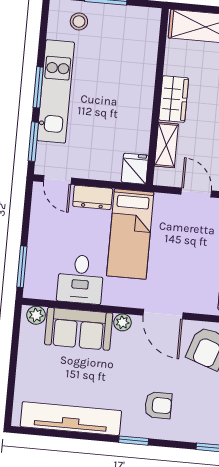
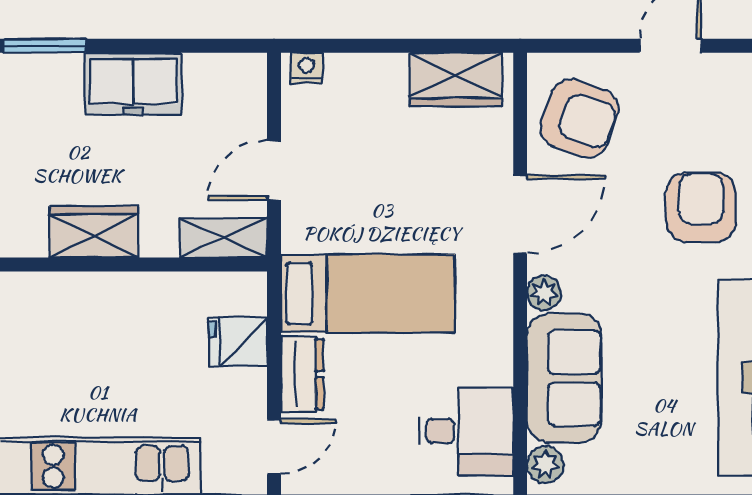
shelving: (166, 145) -> (223, 238), moved
fridge: (135, 169) -> (238, 342), moved
desk: (81, 279) -> (466, 431), moved
armchair: (158, 405) -> (701, 207), width x1.38, depth x1.38

